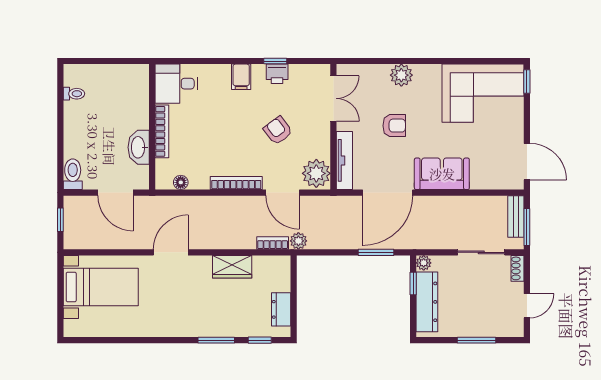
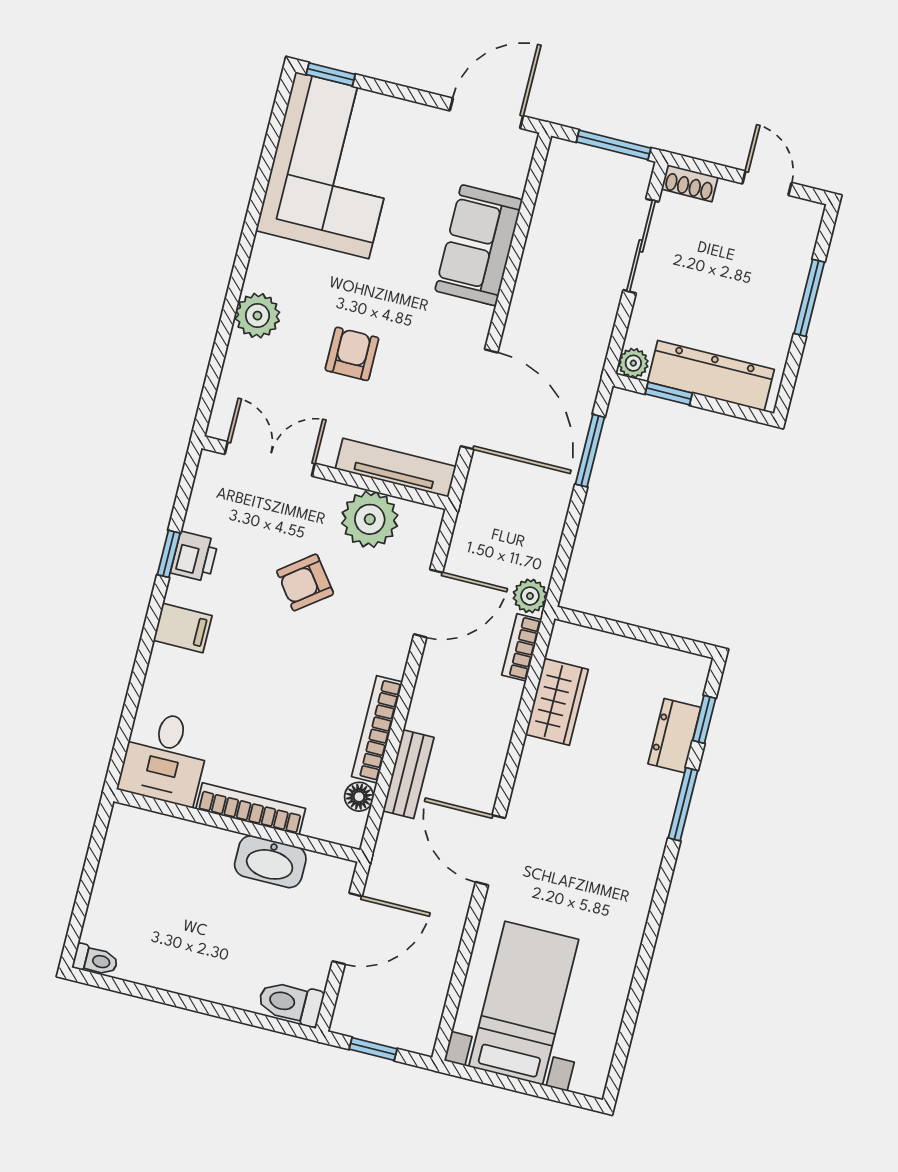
toilet: (74, 94) -> (95, 960), moved, turned 90
plant: (316, 173) -> (370, 519), moved
sofa: (442, 174) -> (479, 245), moved
bookcase: (236, 183) -> (377, 729), moved
bench: (516, 216) -> (408, 774), moved, turned 90
wardrobe: (232, 267) -> (557, 702), moved
dresser: (281, 309) -> (674, 736), moved, turned 90

